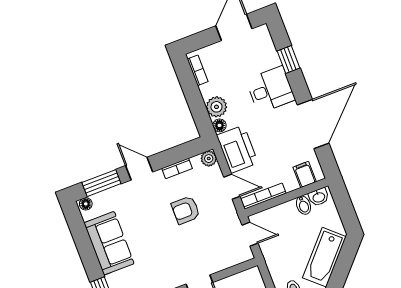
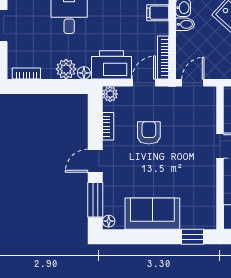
armchair: (186, 210) -> (149, 133), turned 180

